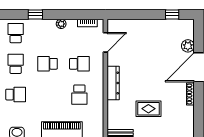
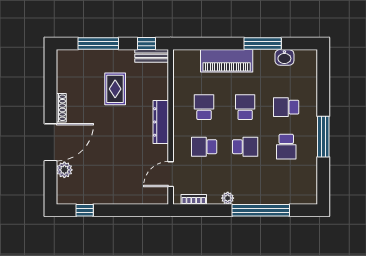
window: (35, 14) -> (261, 210), width x3.17
school desk: (16, 33) -> (245, 107), moved, turned 180
rug: (148, 109) -> (115, 89), turned 90

